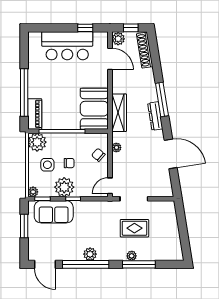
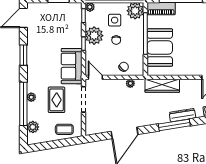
booth: (94, 109) -> (160, 48), moved, turned 90
dresser: (155, 116) -> (182, 115), moved
sofa: (54, 212) -> (72, 66), moved
coffee table: (167, 220) -> (64, 129), added
plant: (90, 254) -> (33, 127), moved
window: (86, 264) -> (23, 55), width x0.47
window: (139, 264) -> (23, 104), width x1.46

